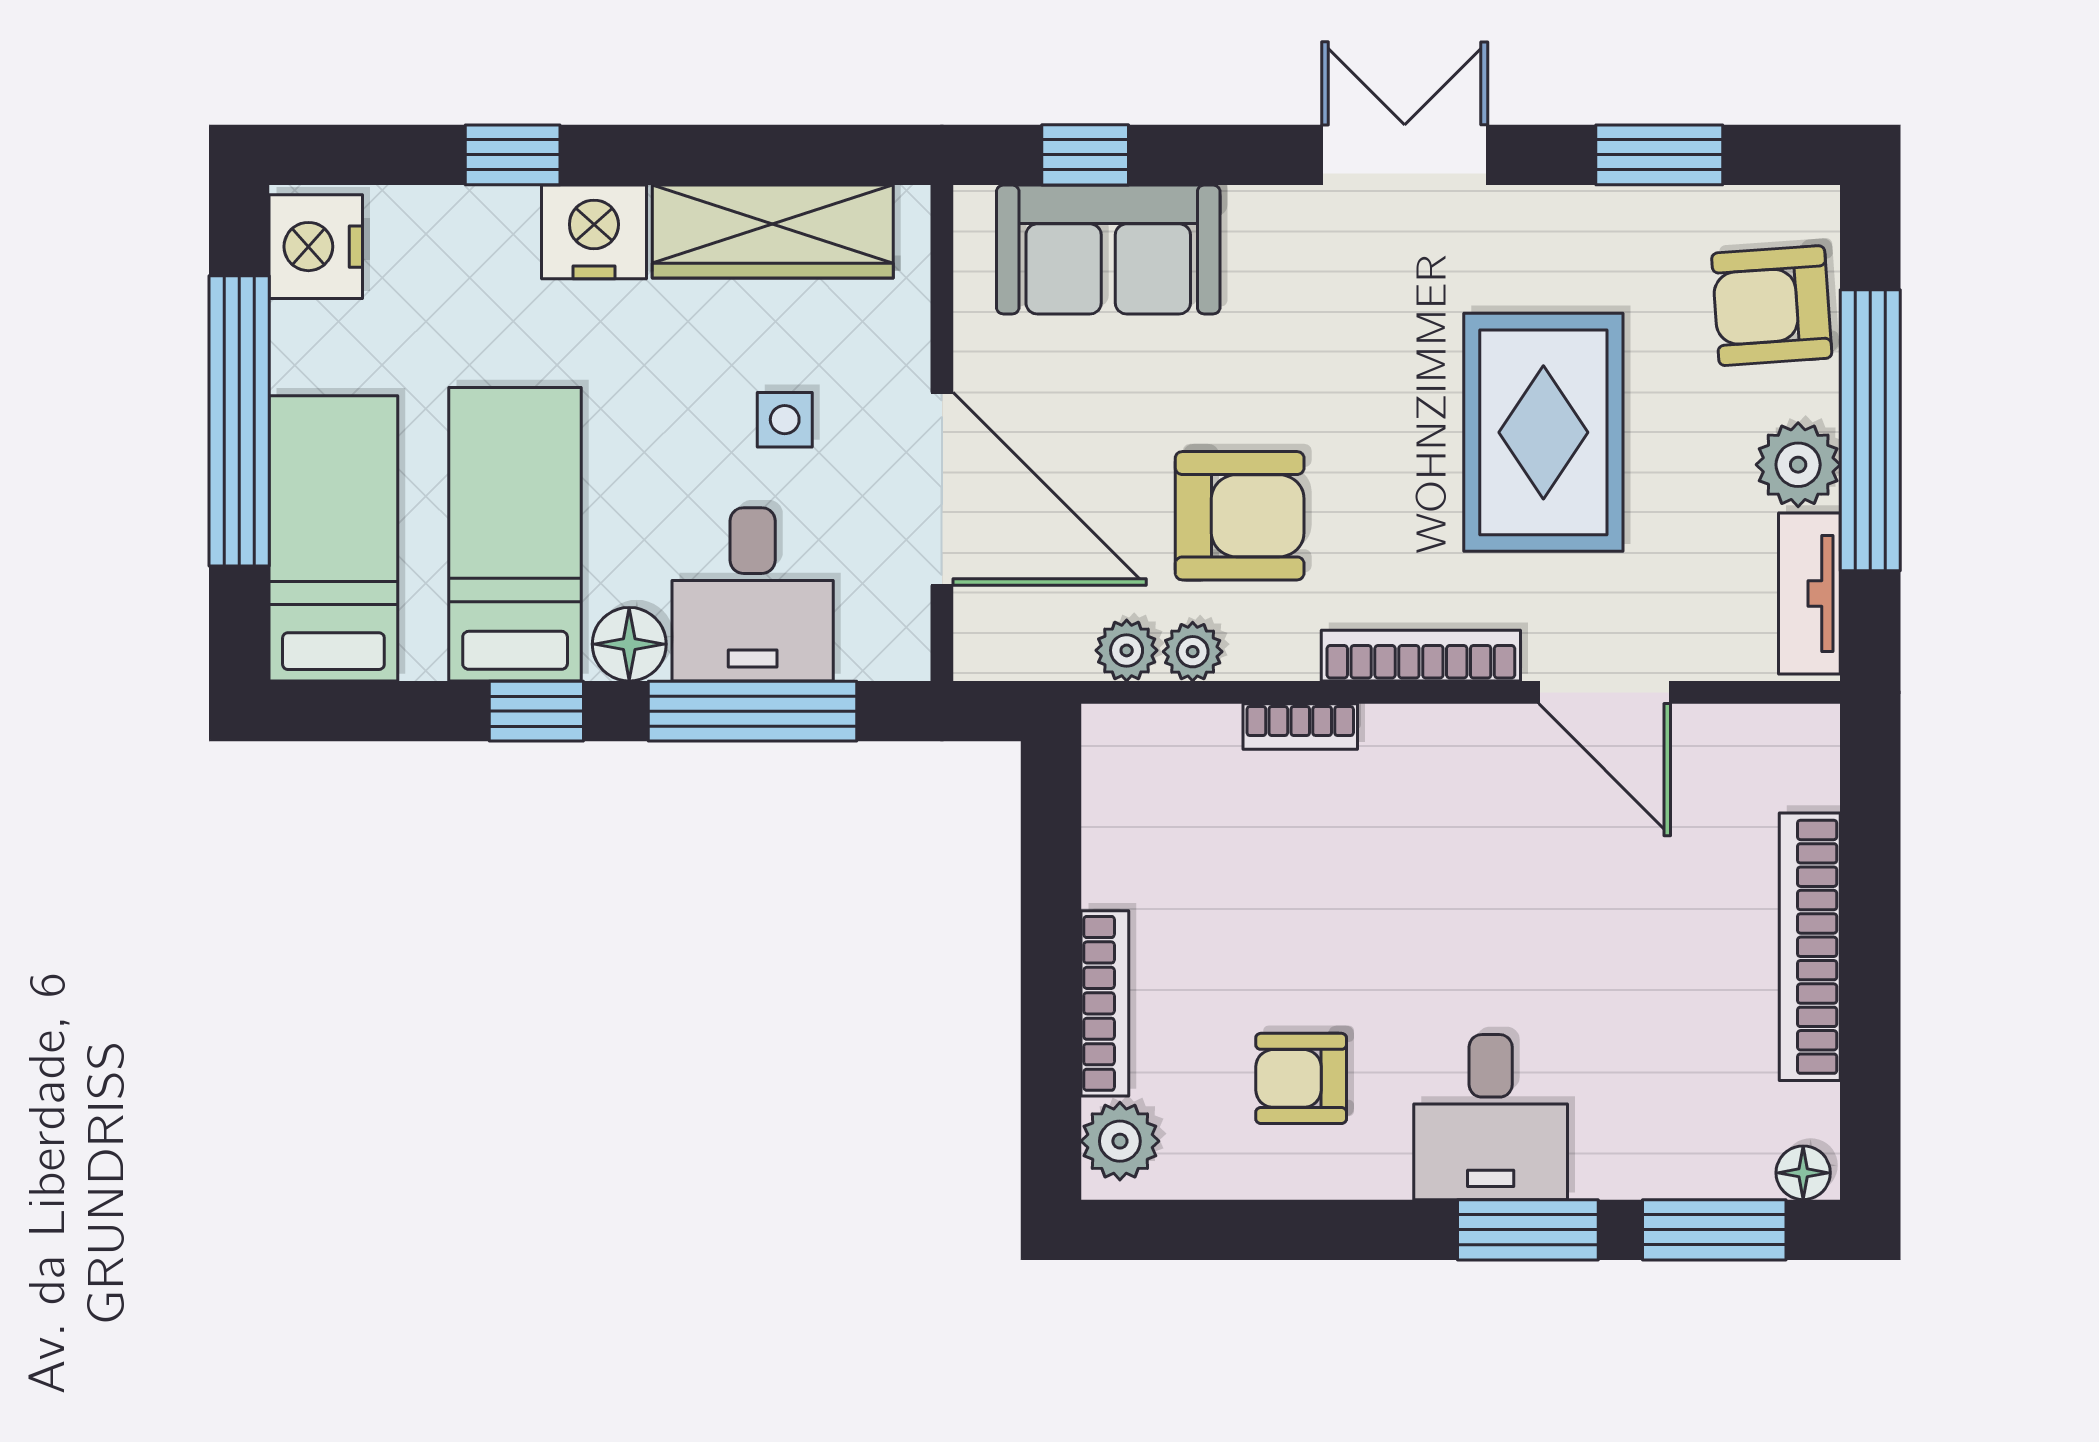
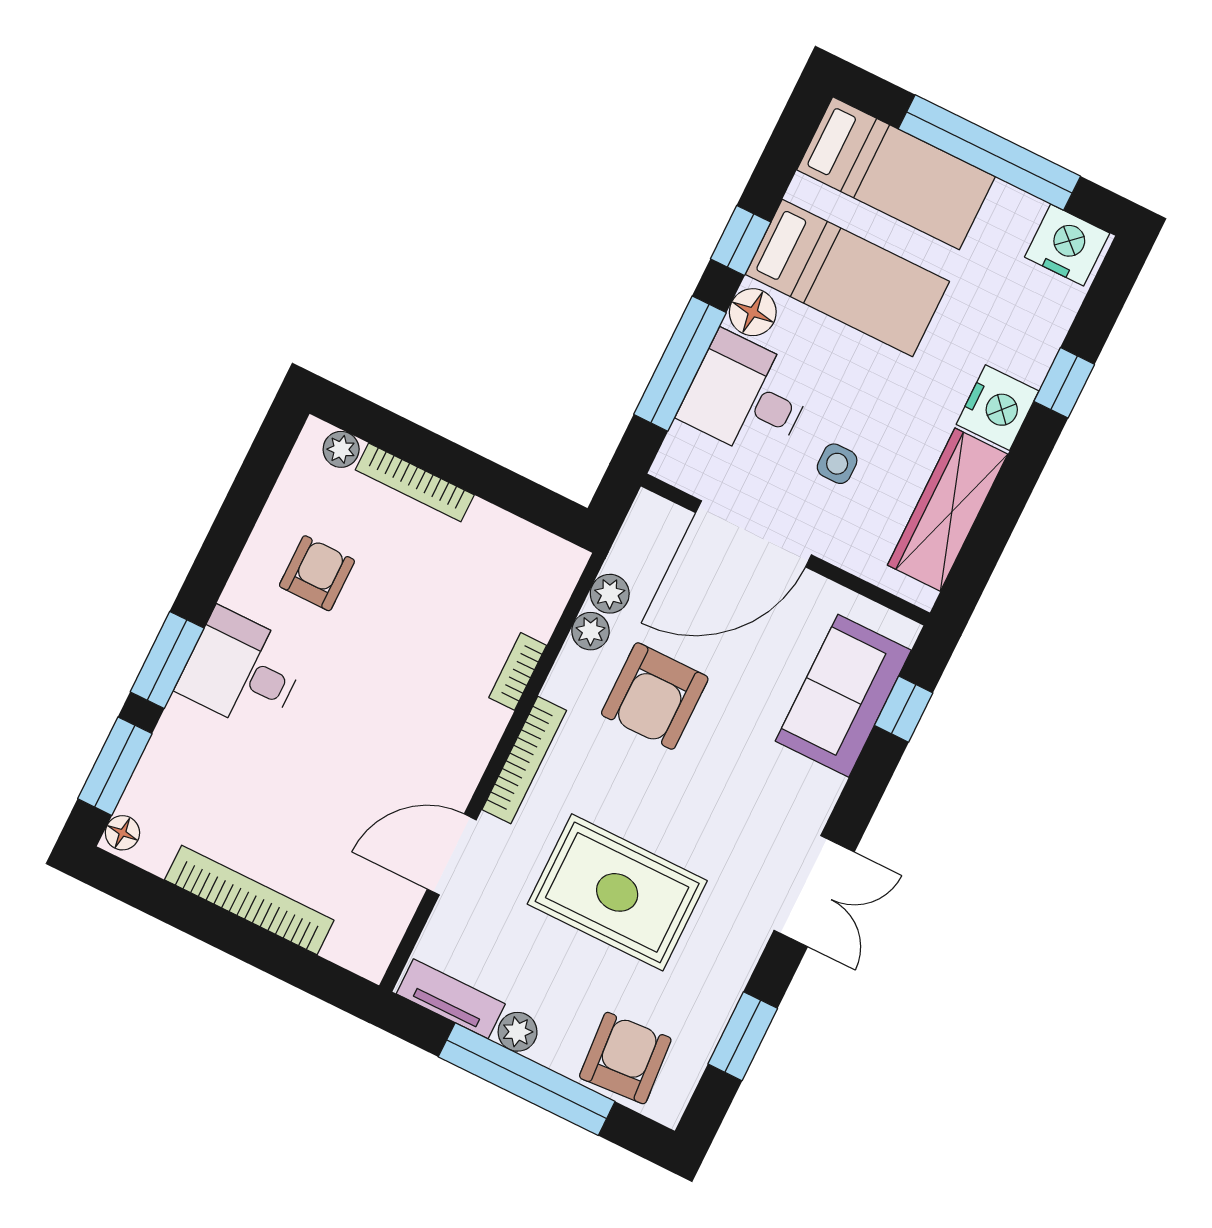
plant: (1798, 465) -> (518, 1032), width x0.73, depth x0.73
plant: (1120, 1141) -> (341, 449), width x0.73, depth x0.73

